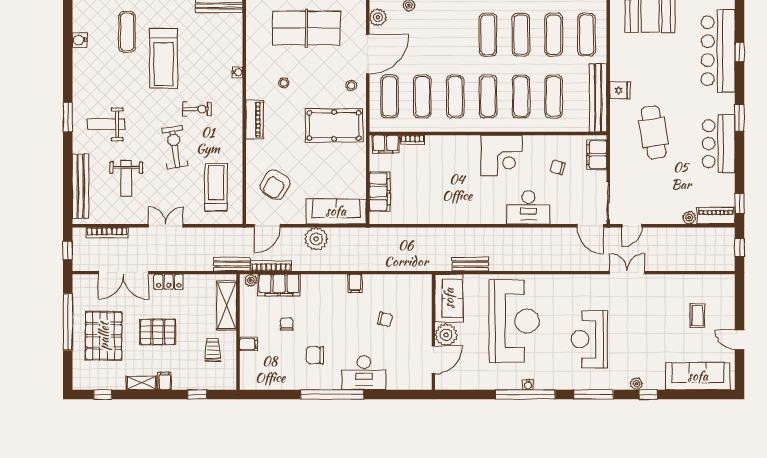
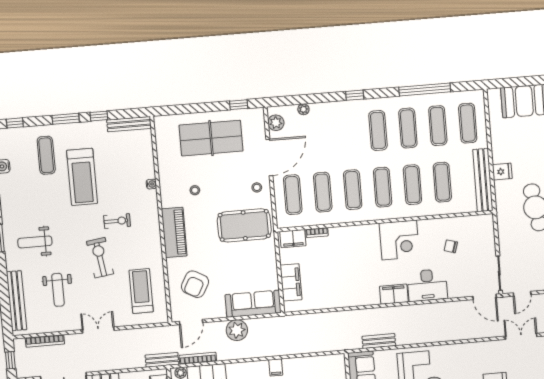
piano: (255, 119) -> (174, 232), width x1.37, depth x1.33
filing cabinet: (597, 155) -> (394, 294), moved, turned 90

